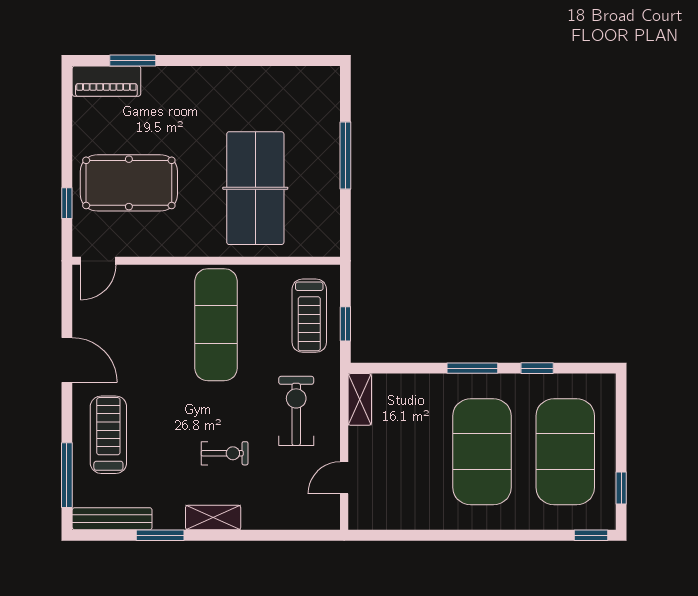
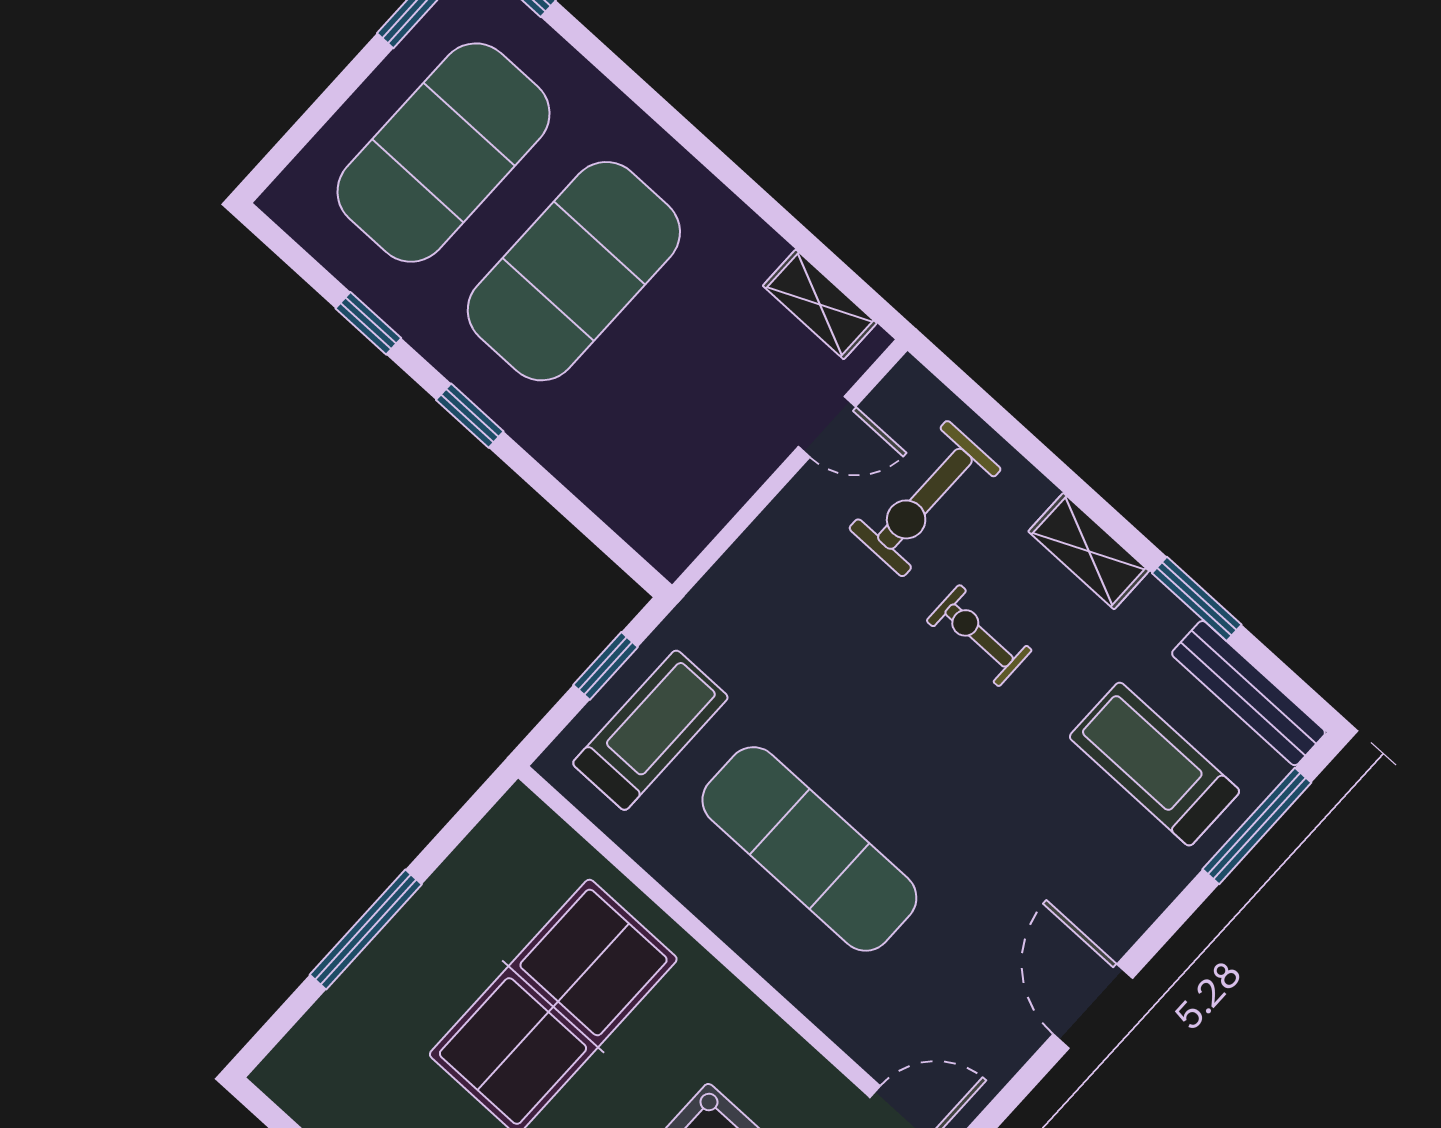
exercise mat: (216, 325) -> (809, 849), turned 90
window: (472, 368) -> (470, 416), width x0.67
shelving: (360, 399) -> (820, 304), moved, turned 90
exercise bike: (296, 411) -> (925, 499), moved
treadmill: (108, 435) -> (1154, 764), moved, turned 90

